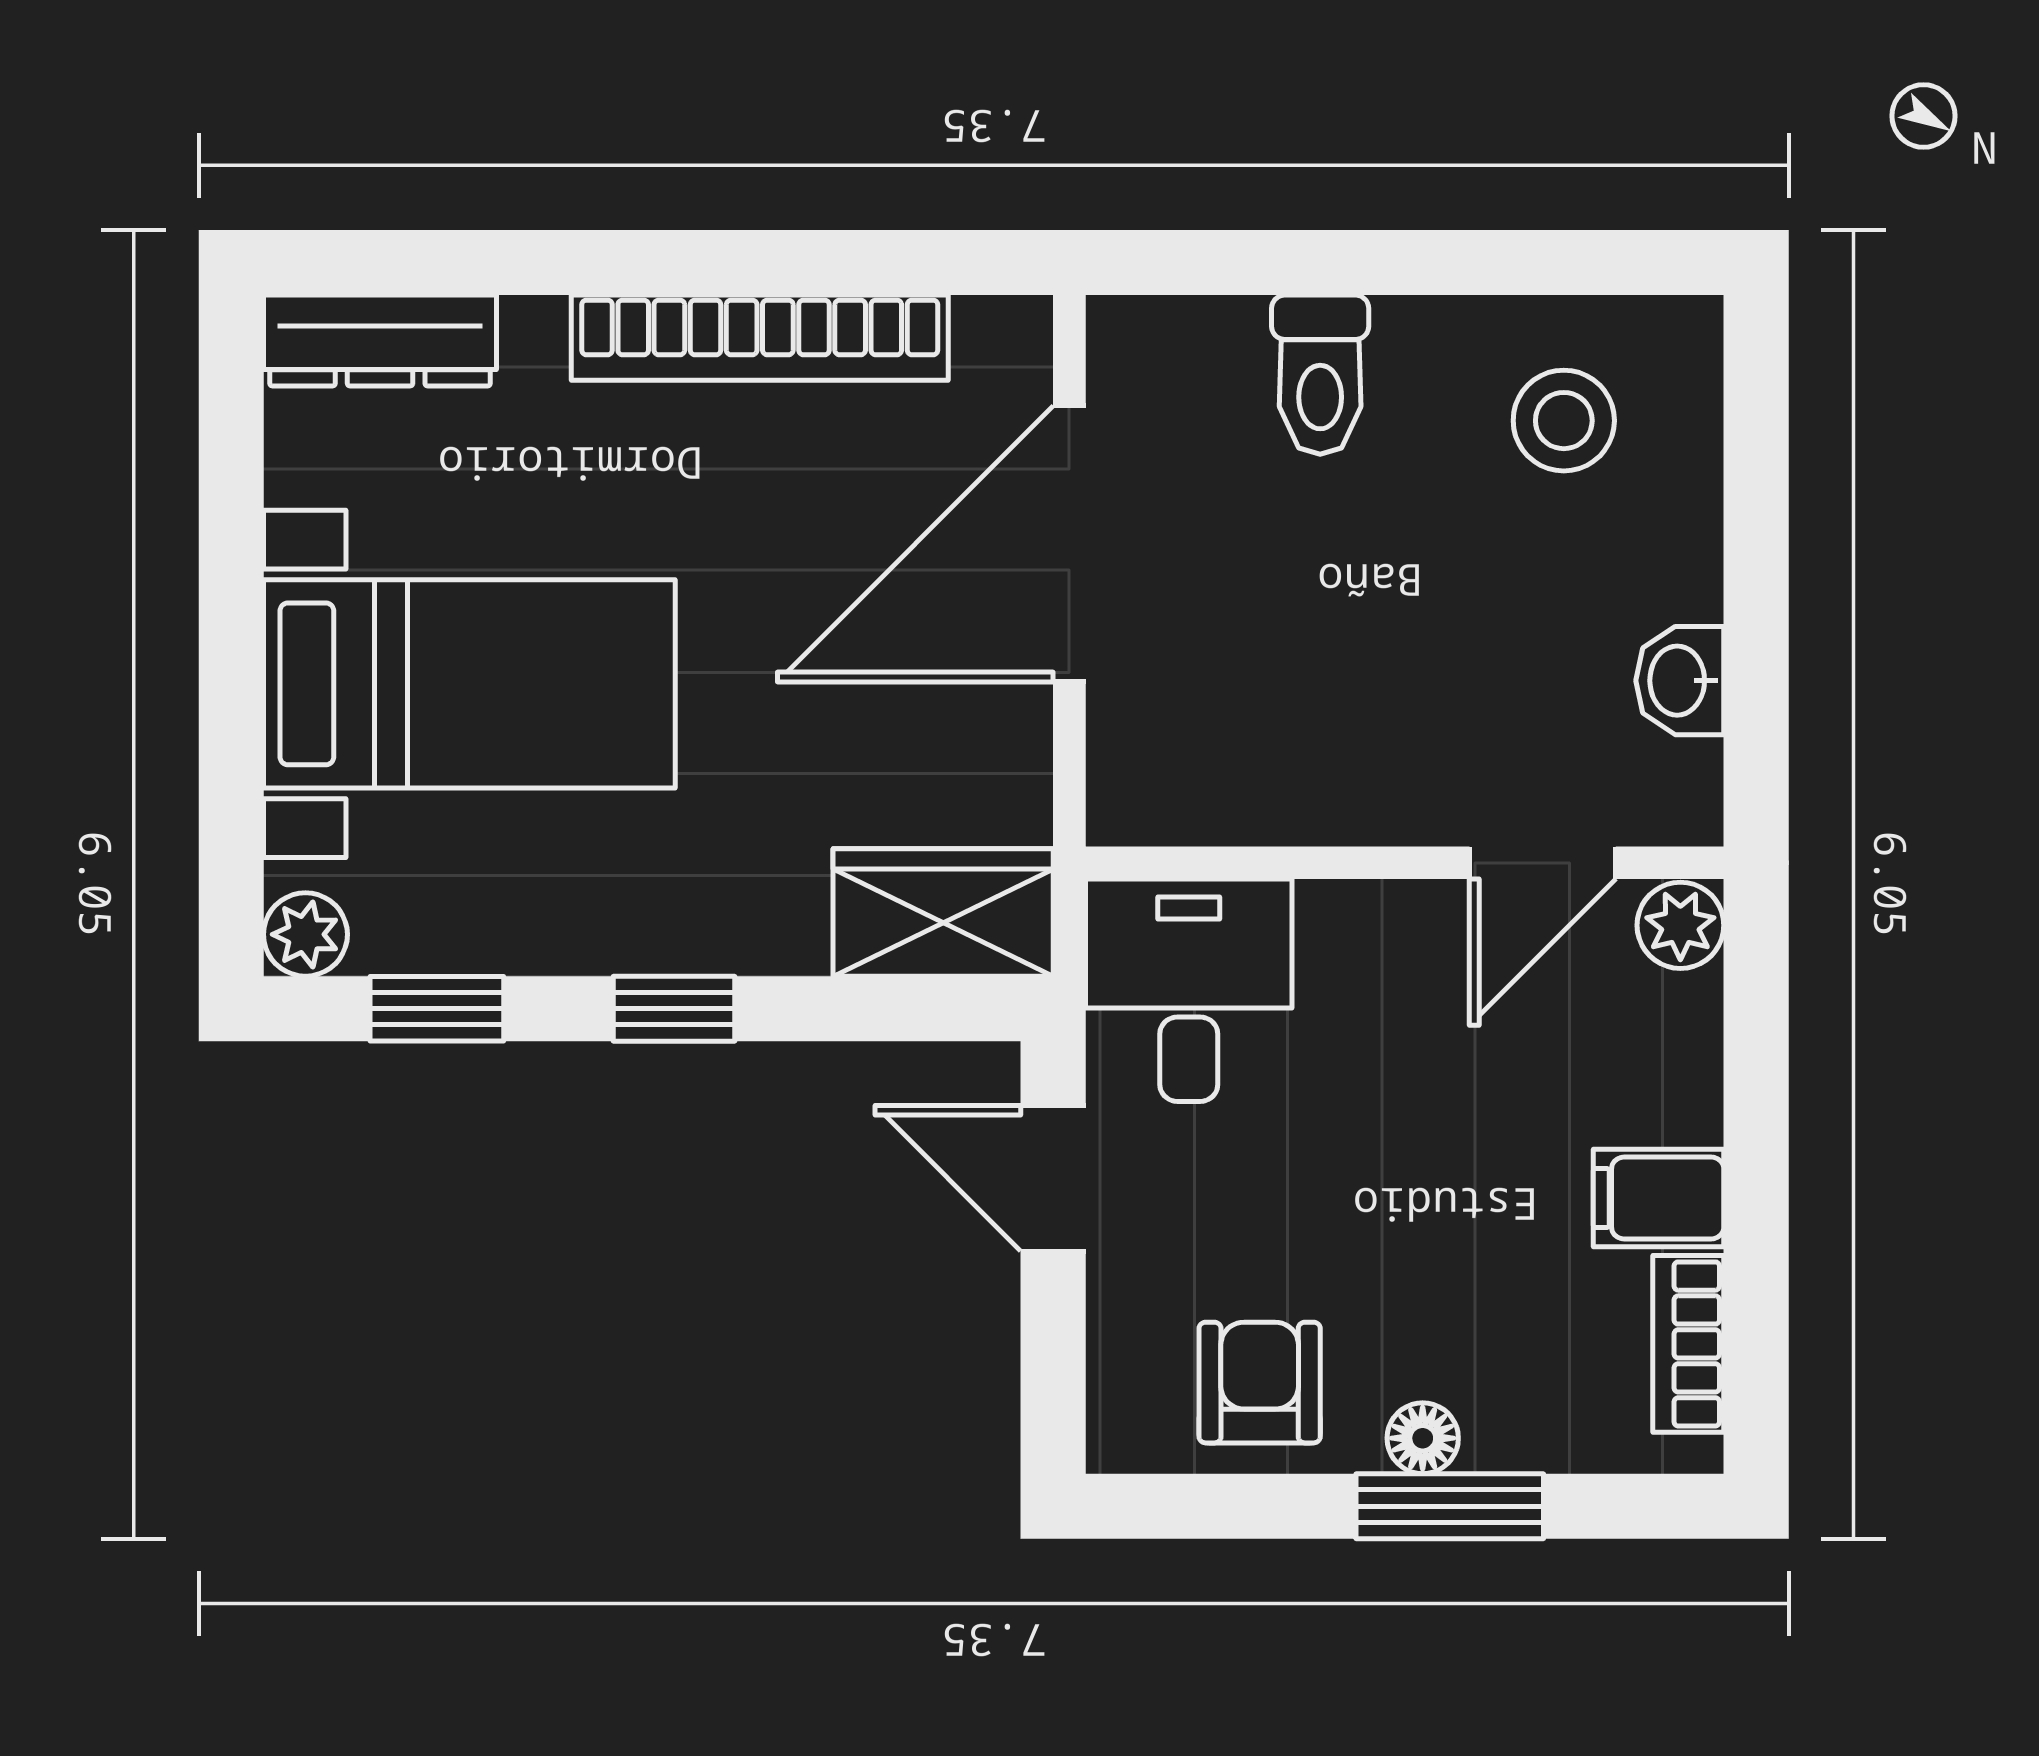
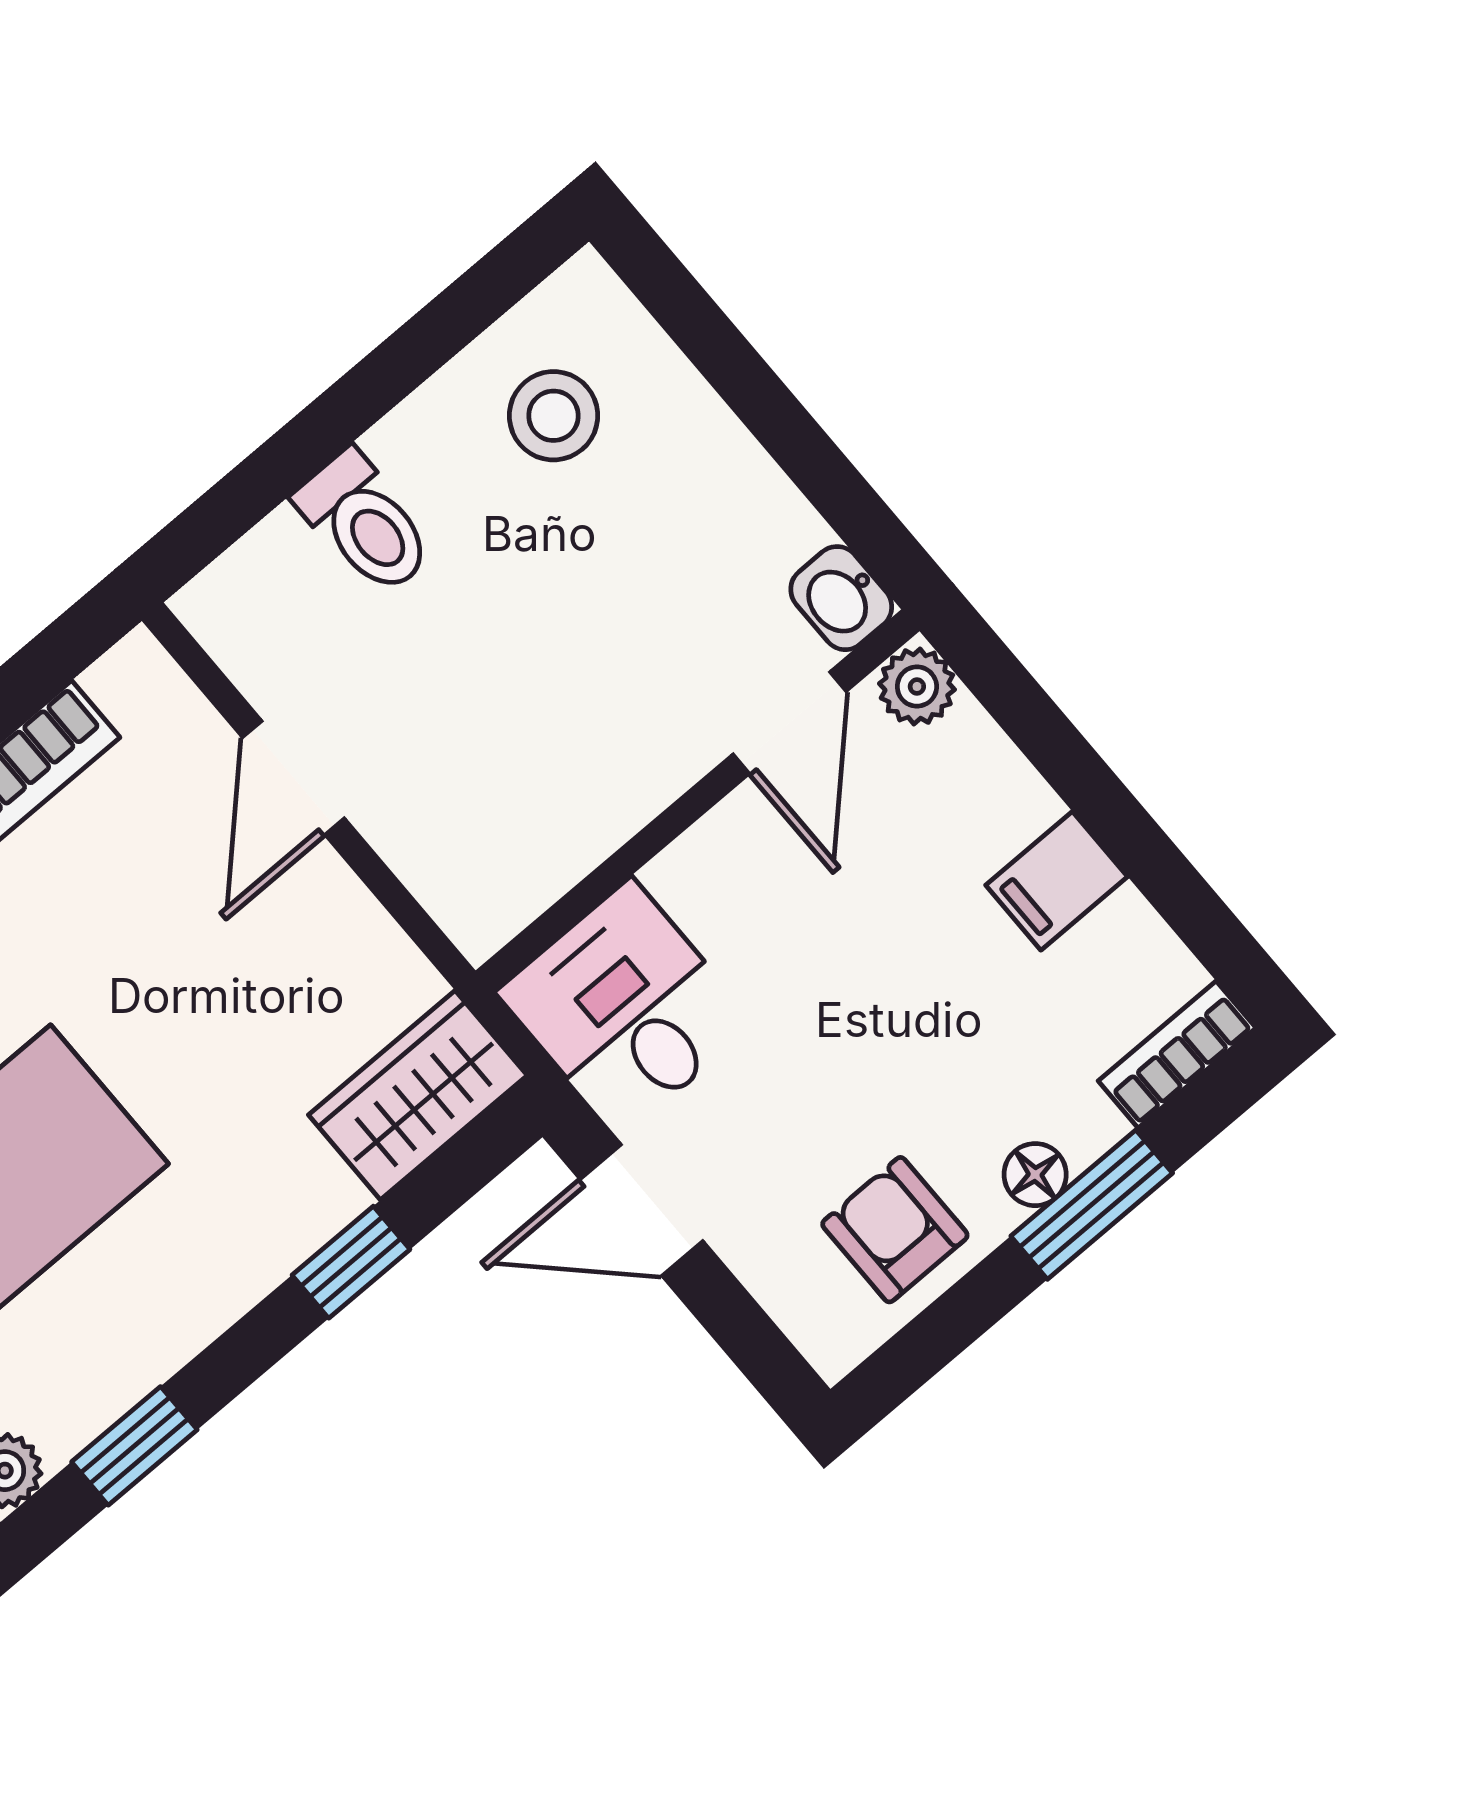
door: (1069, 544) -> (293, 778), width x0.53
washbasin: (1680, 681) -> (841, 598), moved
window: (674, 1009) -> (351, 1262), moved
bookcase: (1688, 1344) -> (1177, 1054), moved, turned 90

